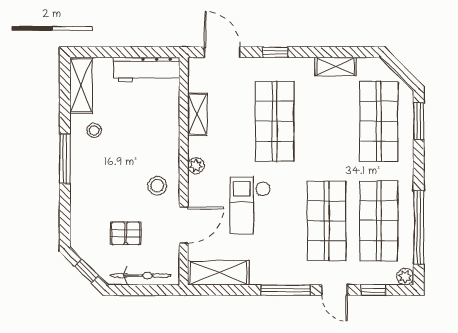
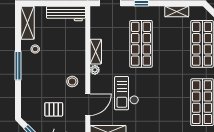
shelving: (197, 114) -> (96, 52), moved
shop shelf: (327, 221) -> (172, 102), removed

